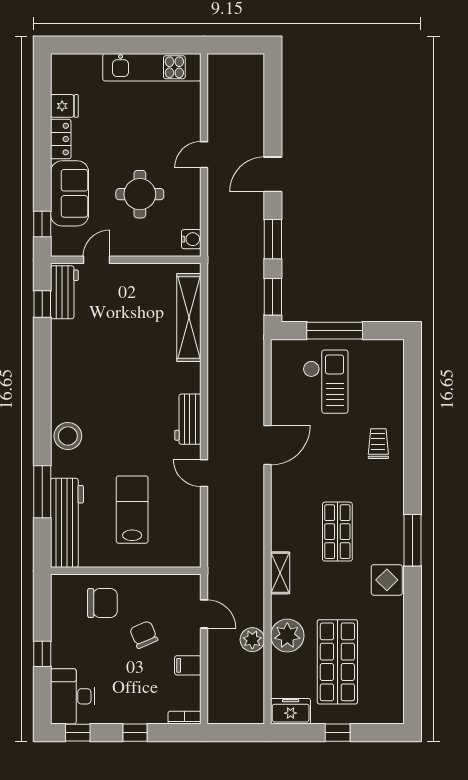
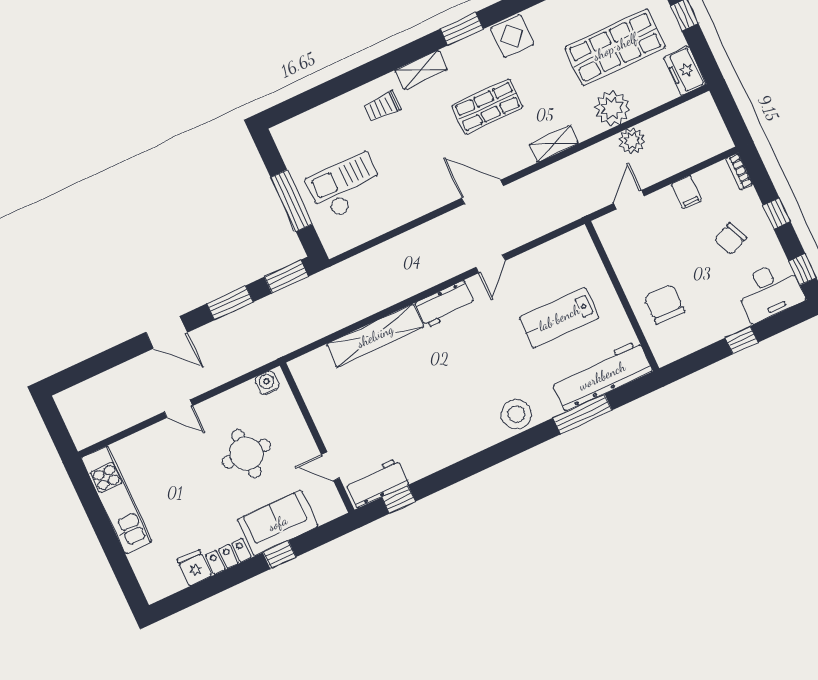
window: (42, 224) -> (279, 555), moved
shelving: (189, 317) -> (375, 336), moved
door: (268, 445) -> (482, 192), moved
shelving: (394, 490) -> (421, 70), added
window: (412, 540) -> (462, 29), width x0.69
chair: (144, 635) -> (730, 239), moved

